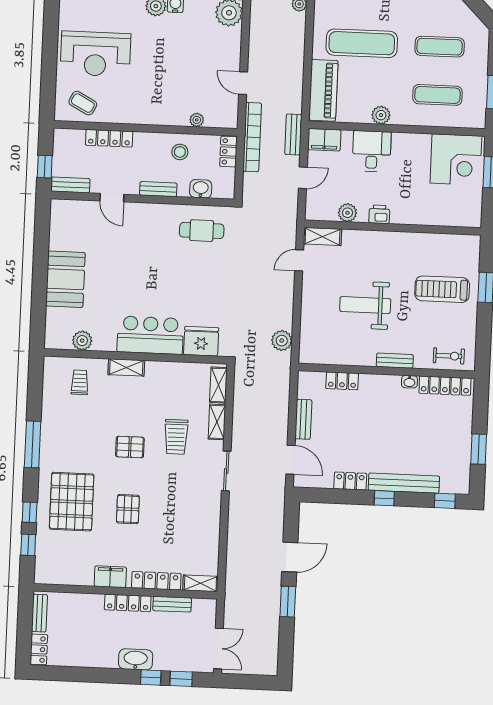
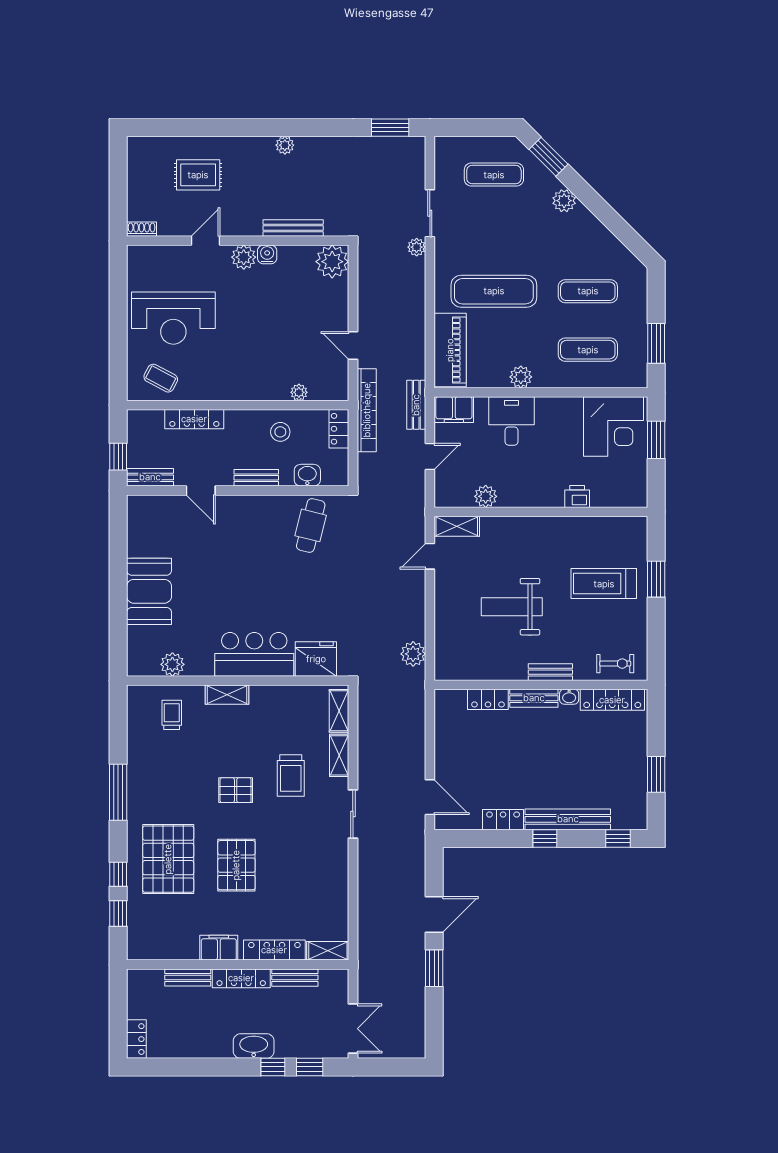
printer: (379, 214) -> (577, 497), moved
cafe table: (202, 231) -> (311, 525), turned -76
bench: (303, 419) -> (534, 698), moved, turned 90
pallet: (128, 509) -> (236, 865), width x1.50, depth x1.42
bench: (40, 613) -> (188, 977), moved, turned 90

